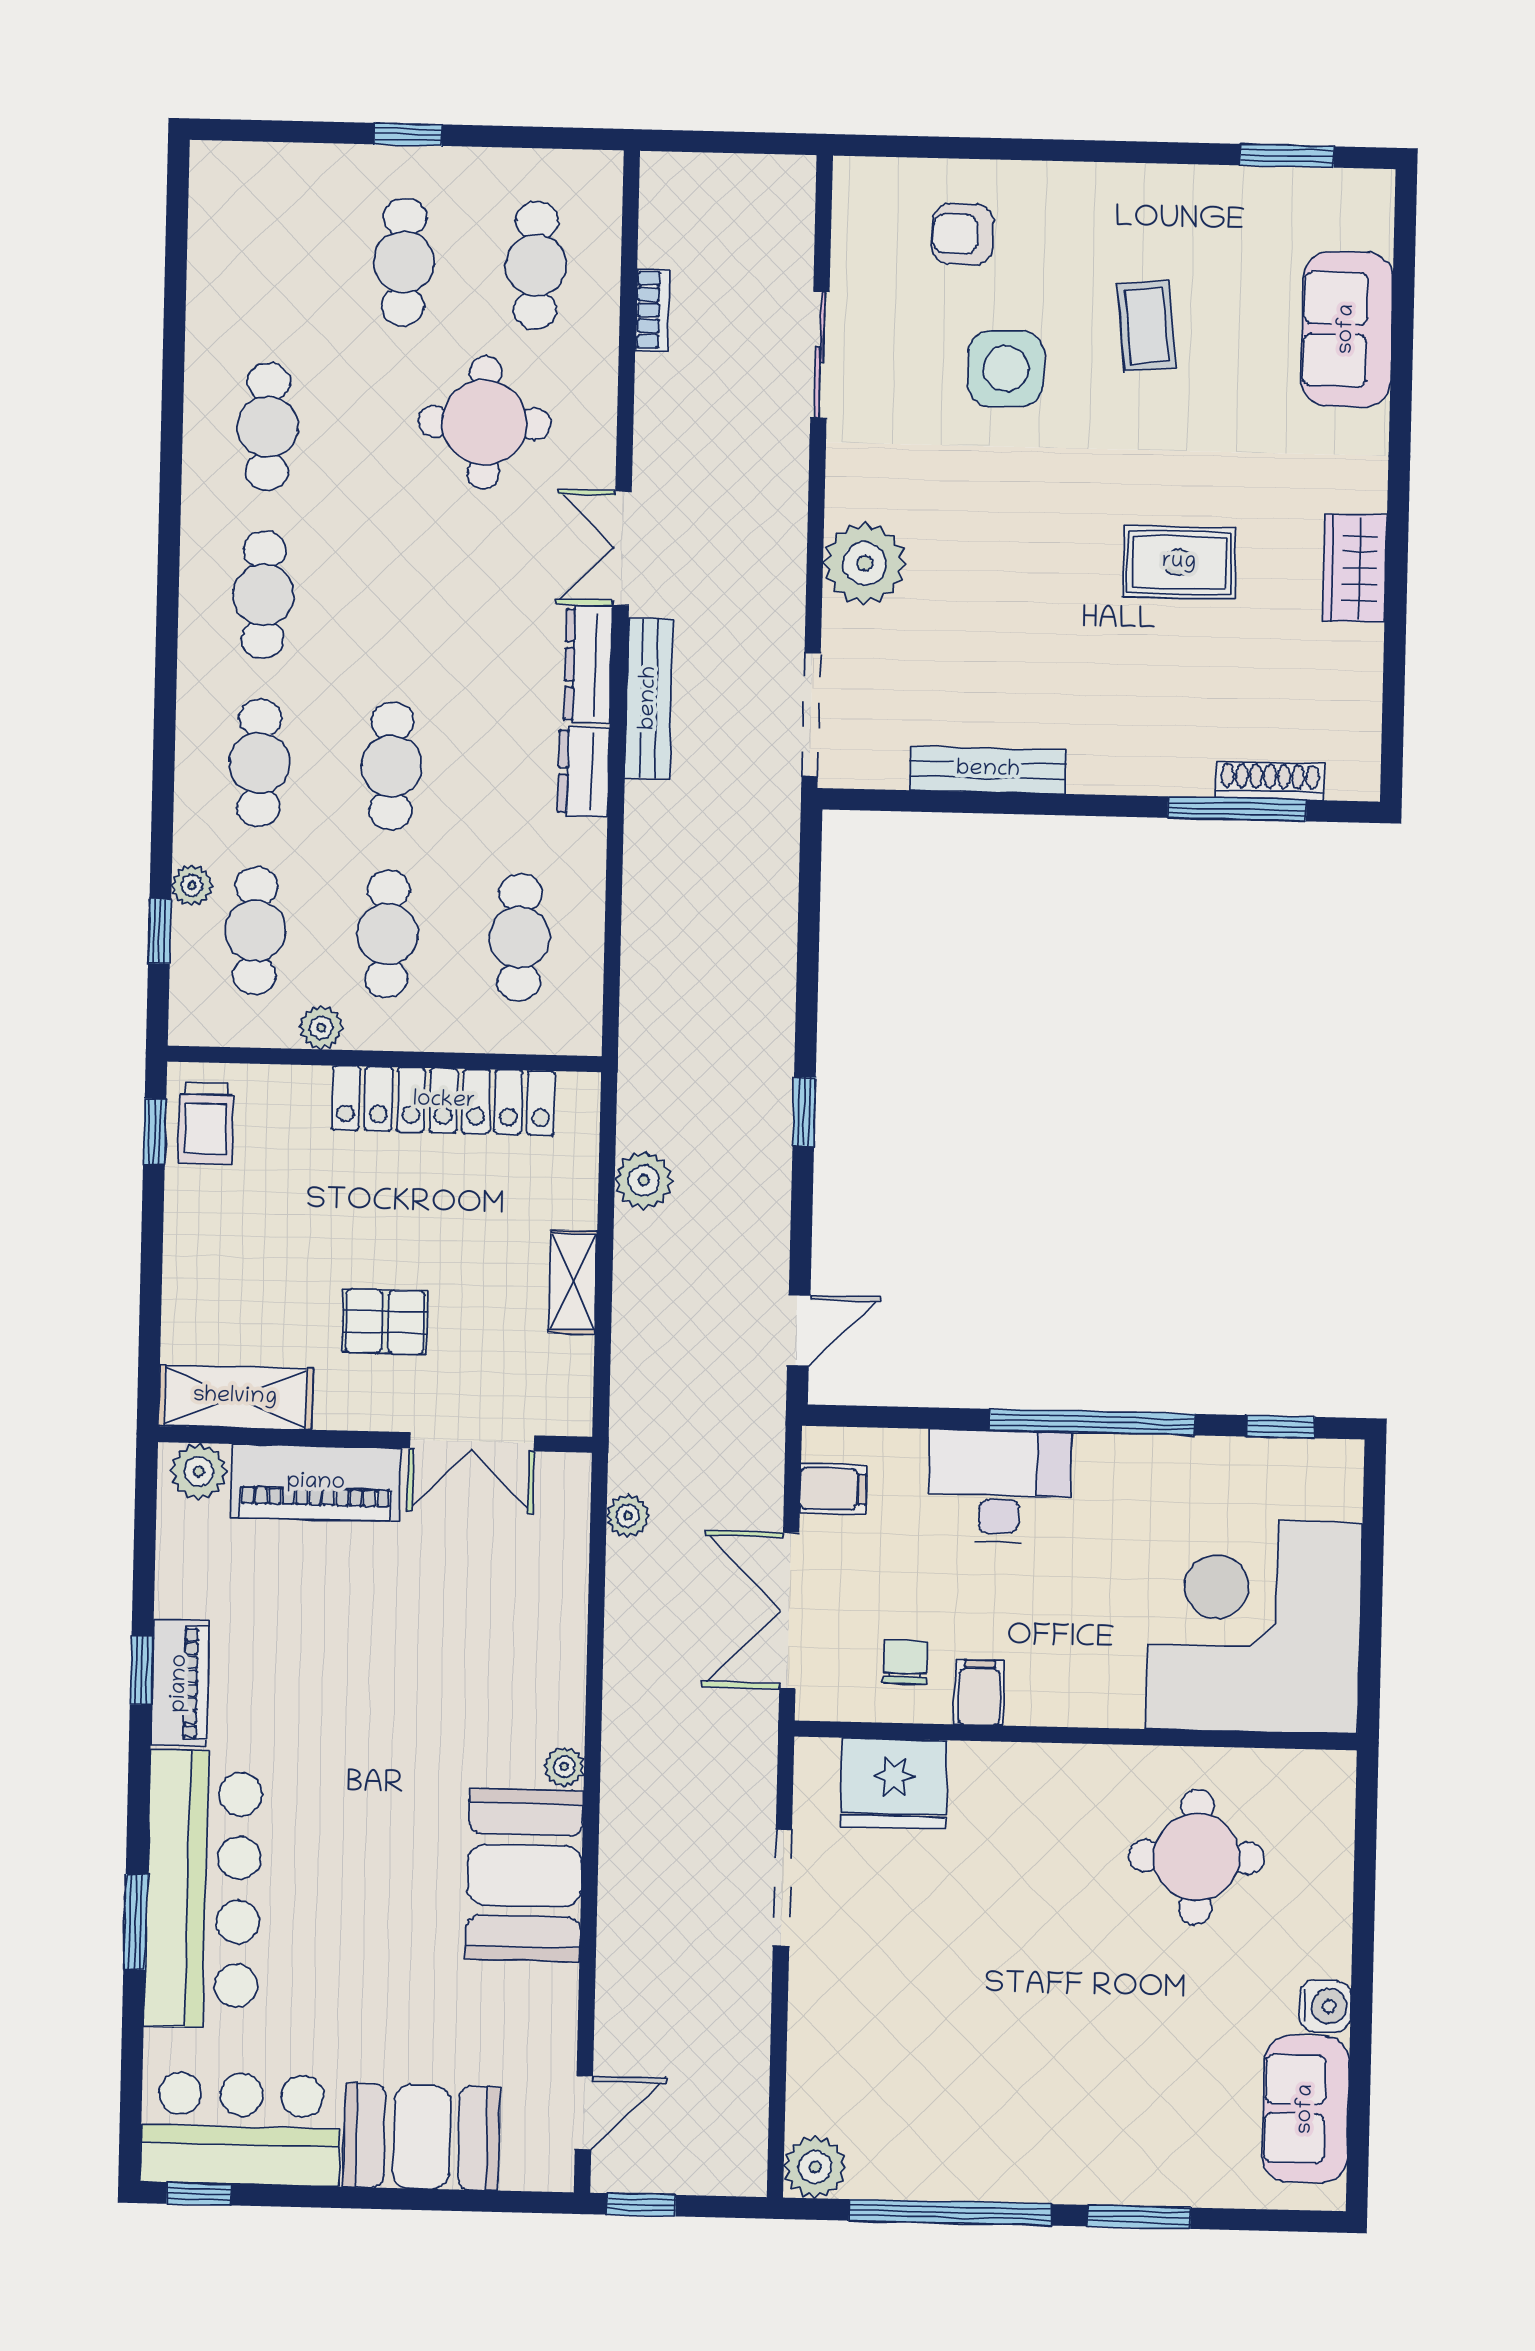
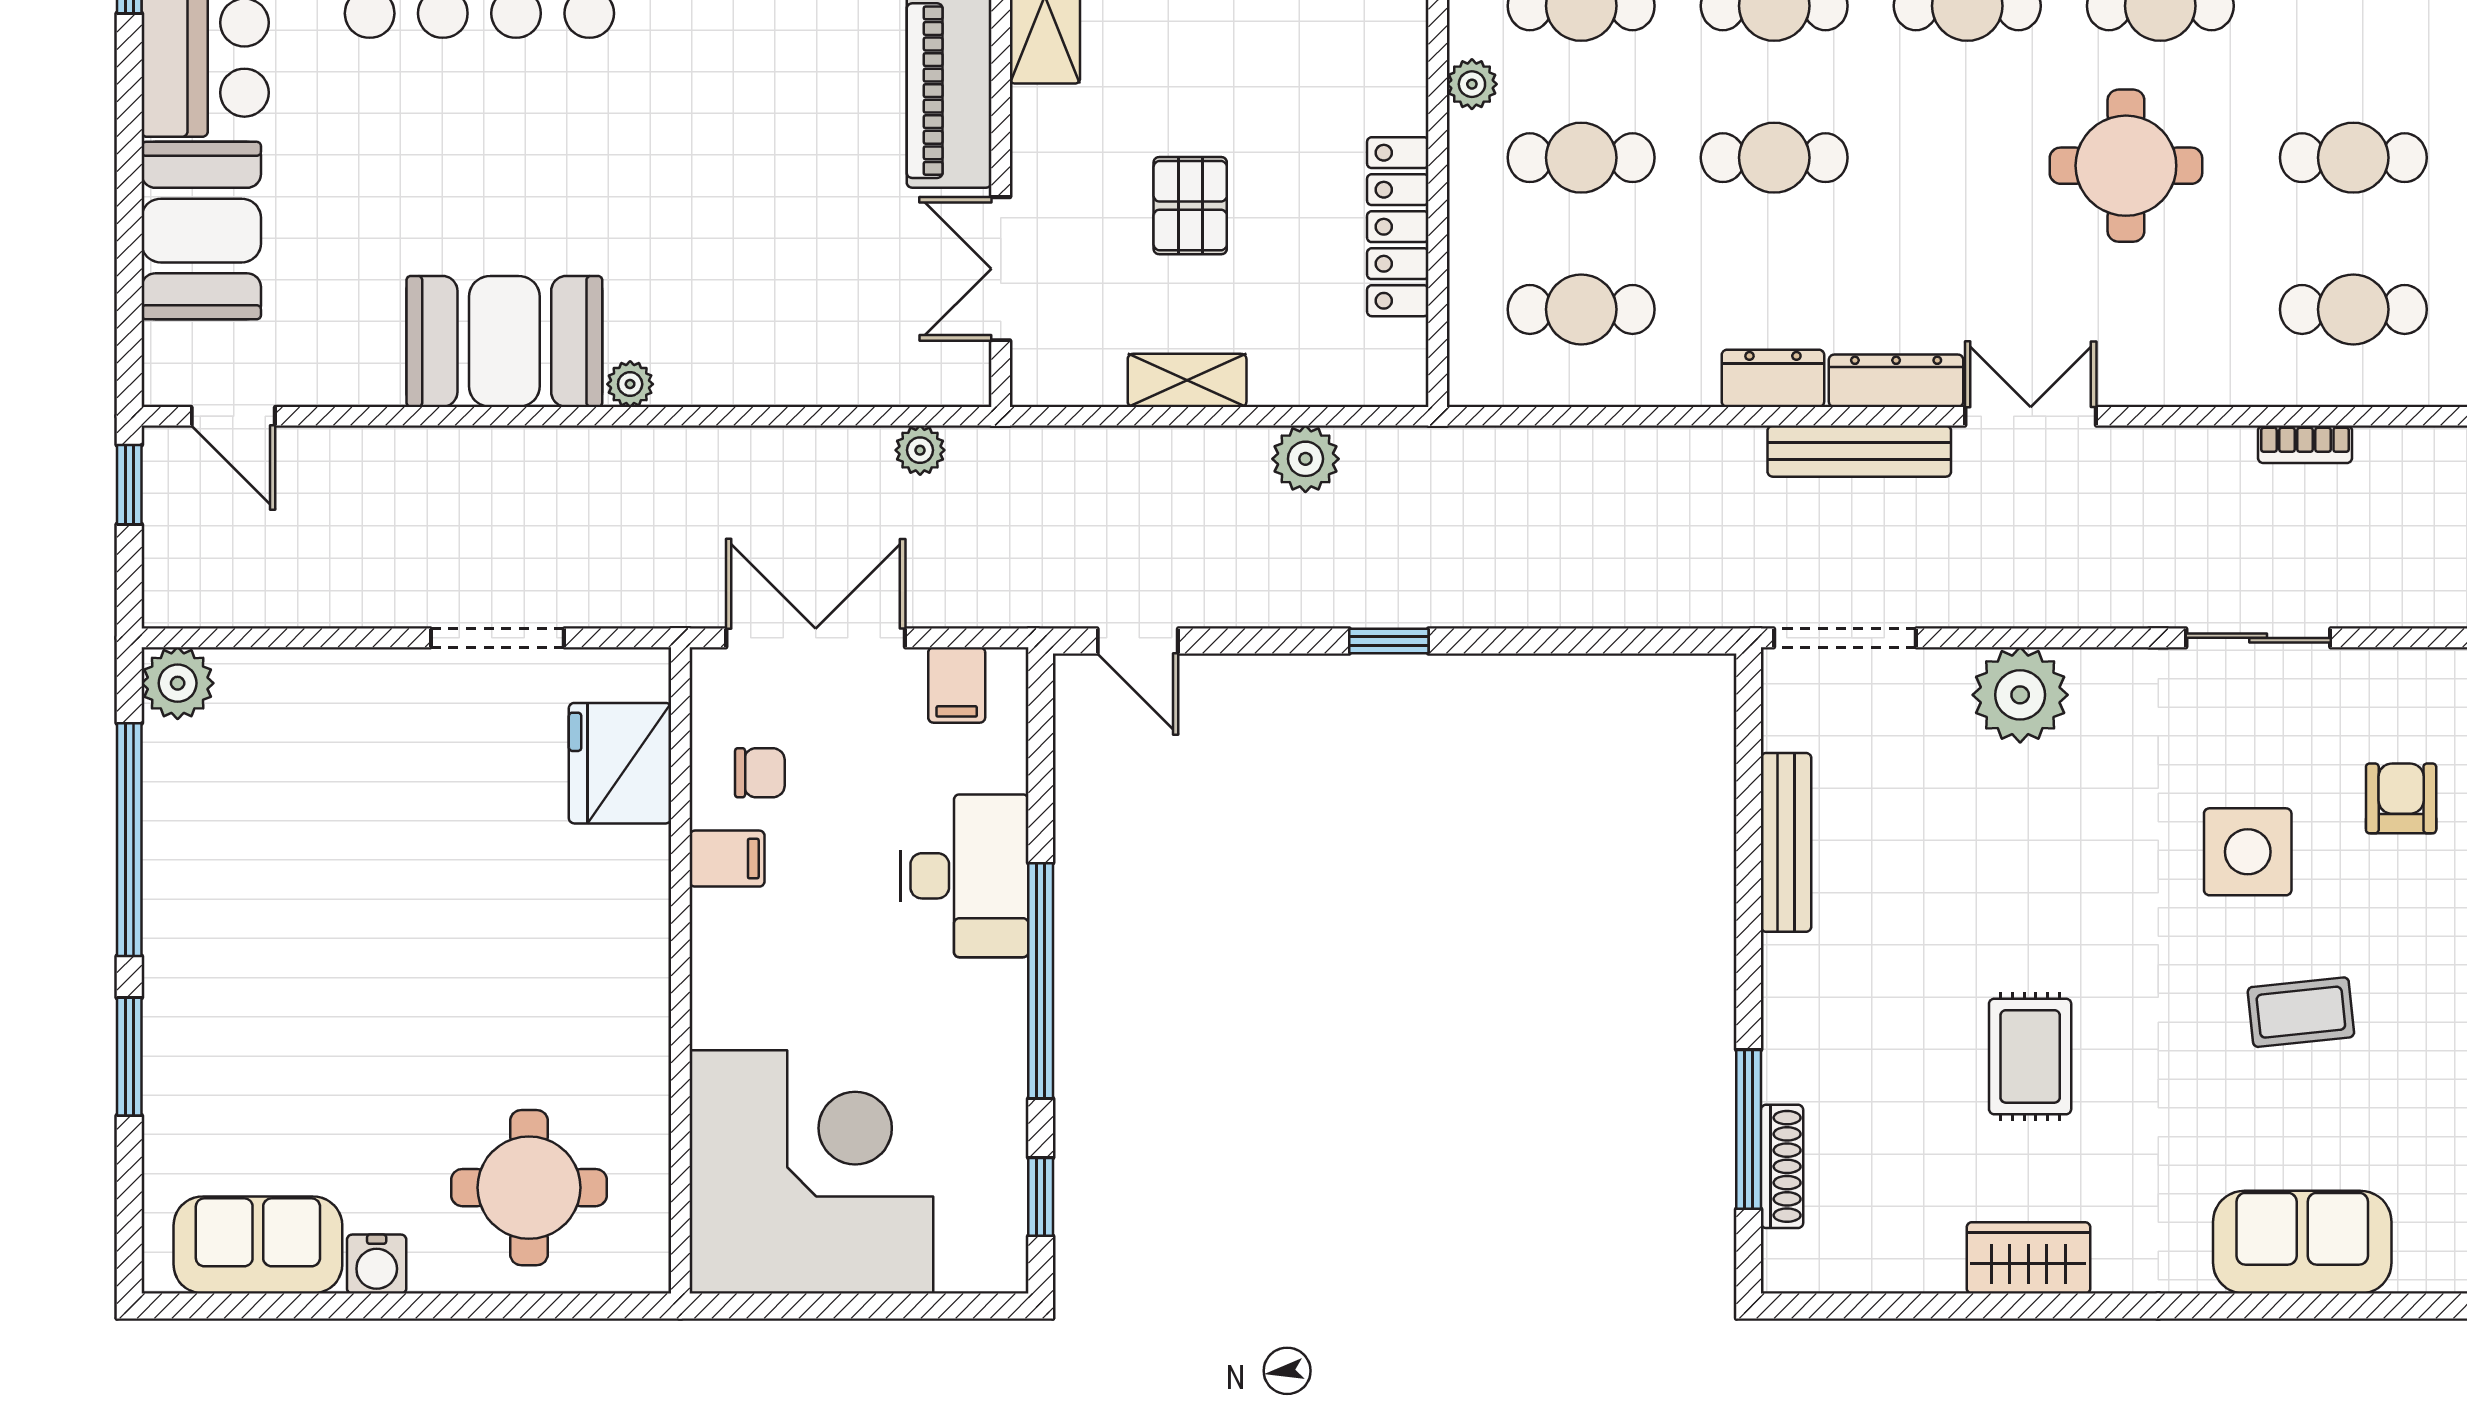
round table: (485, 423) -> (2126, 166), moved
locker: (444, 1101) -> (1398, 227), width x0.71, depth x0.83
pallet: (385, 1322) -> (1190, 206), moved
round table: (1196, 1857) -> (529, 1188), moved

